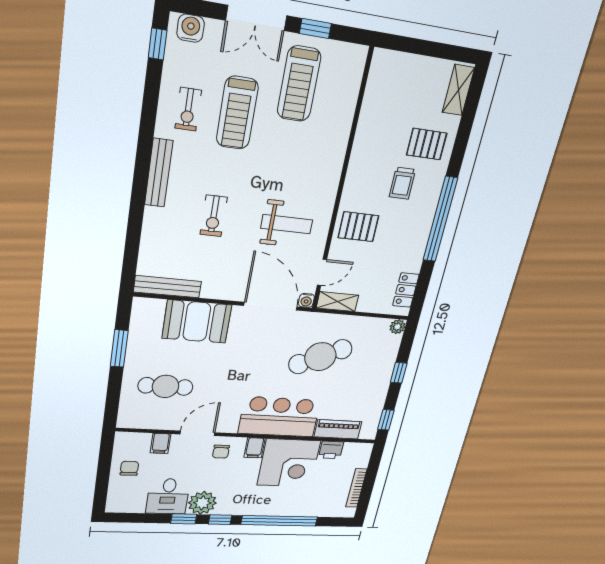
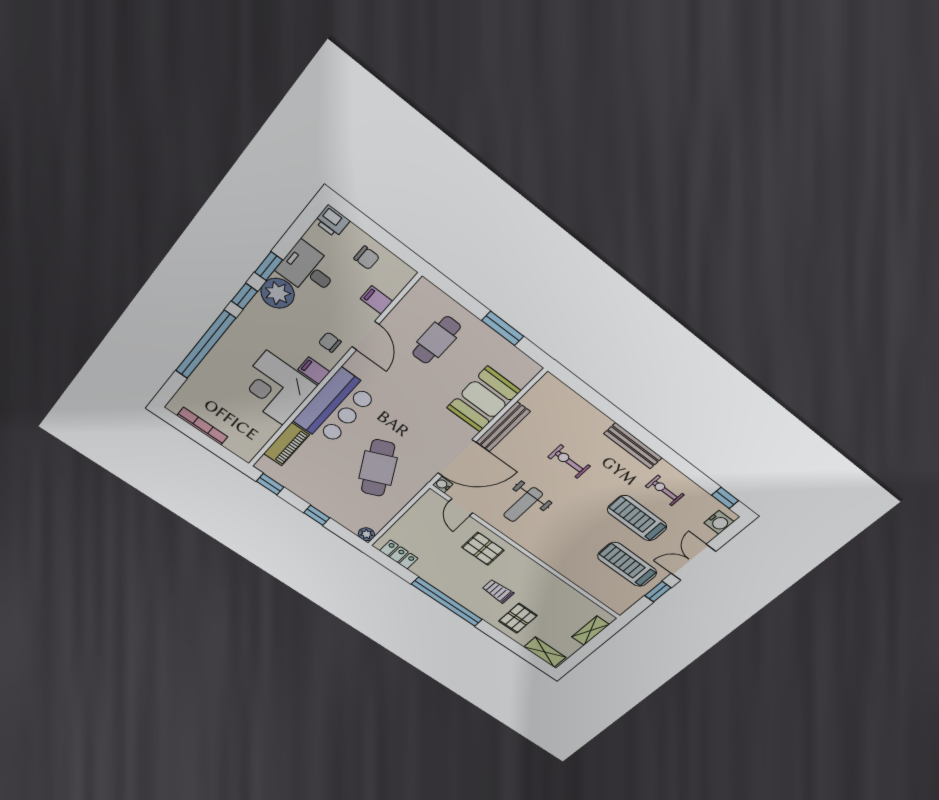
pallet: (358, 227) -> (483, 549), turned 90
bench: (168, 287) -> (503, 427), moved
shelving: (337, 302) -> (590, 631), moved
printer: (331, 450) -> (332, 221), moved, turned -90

